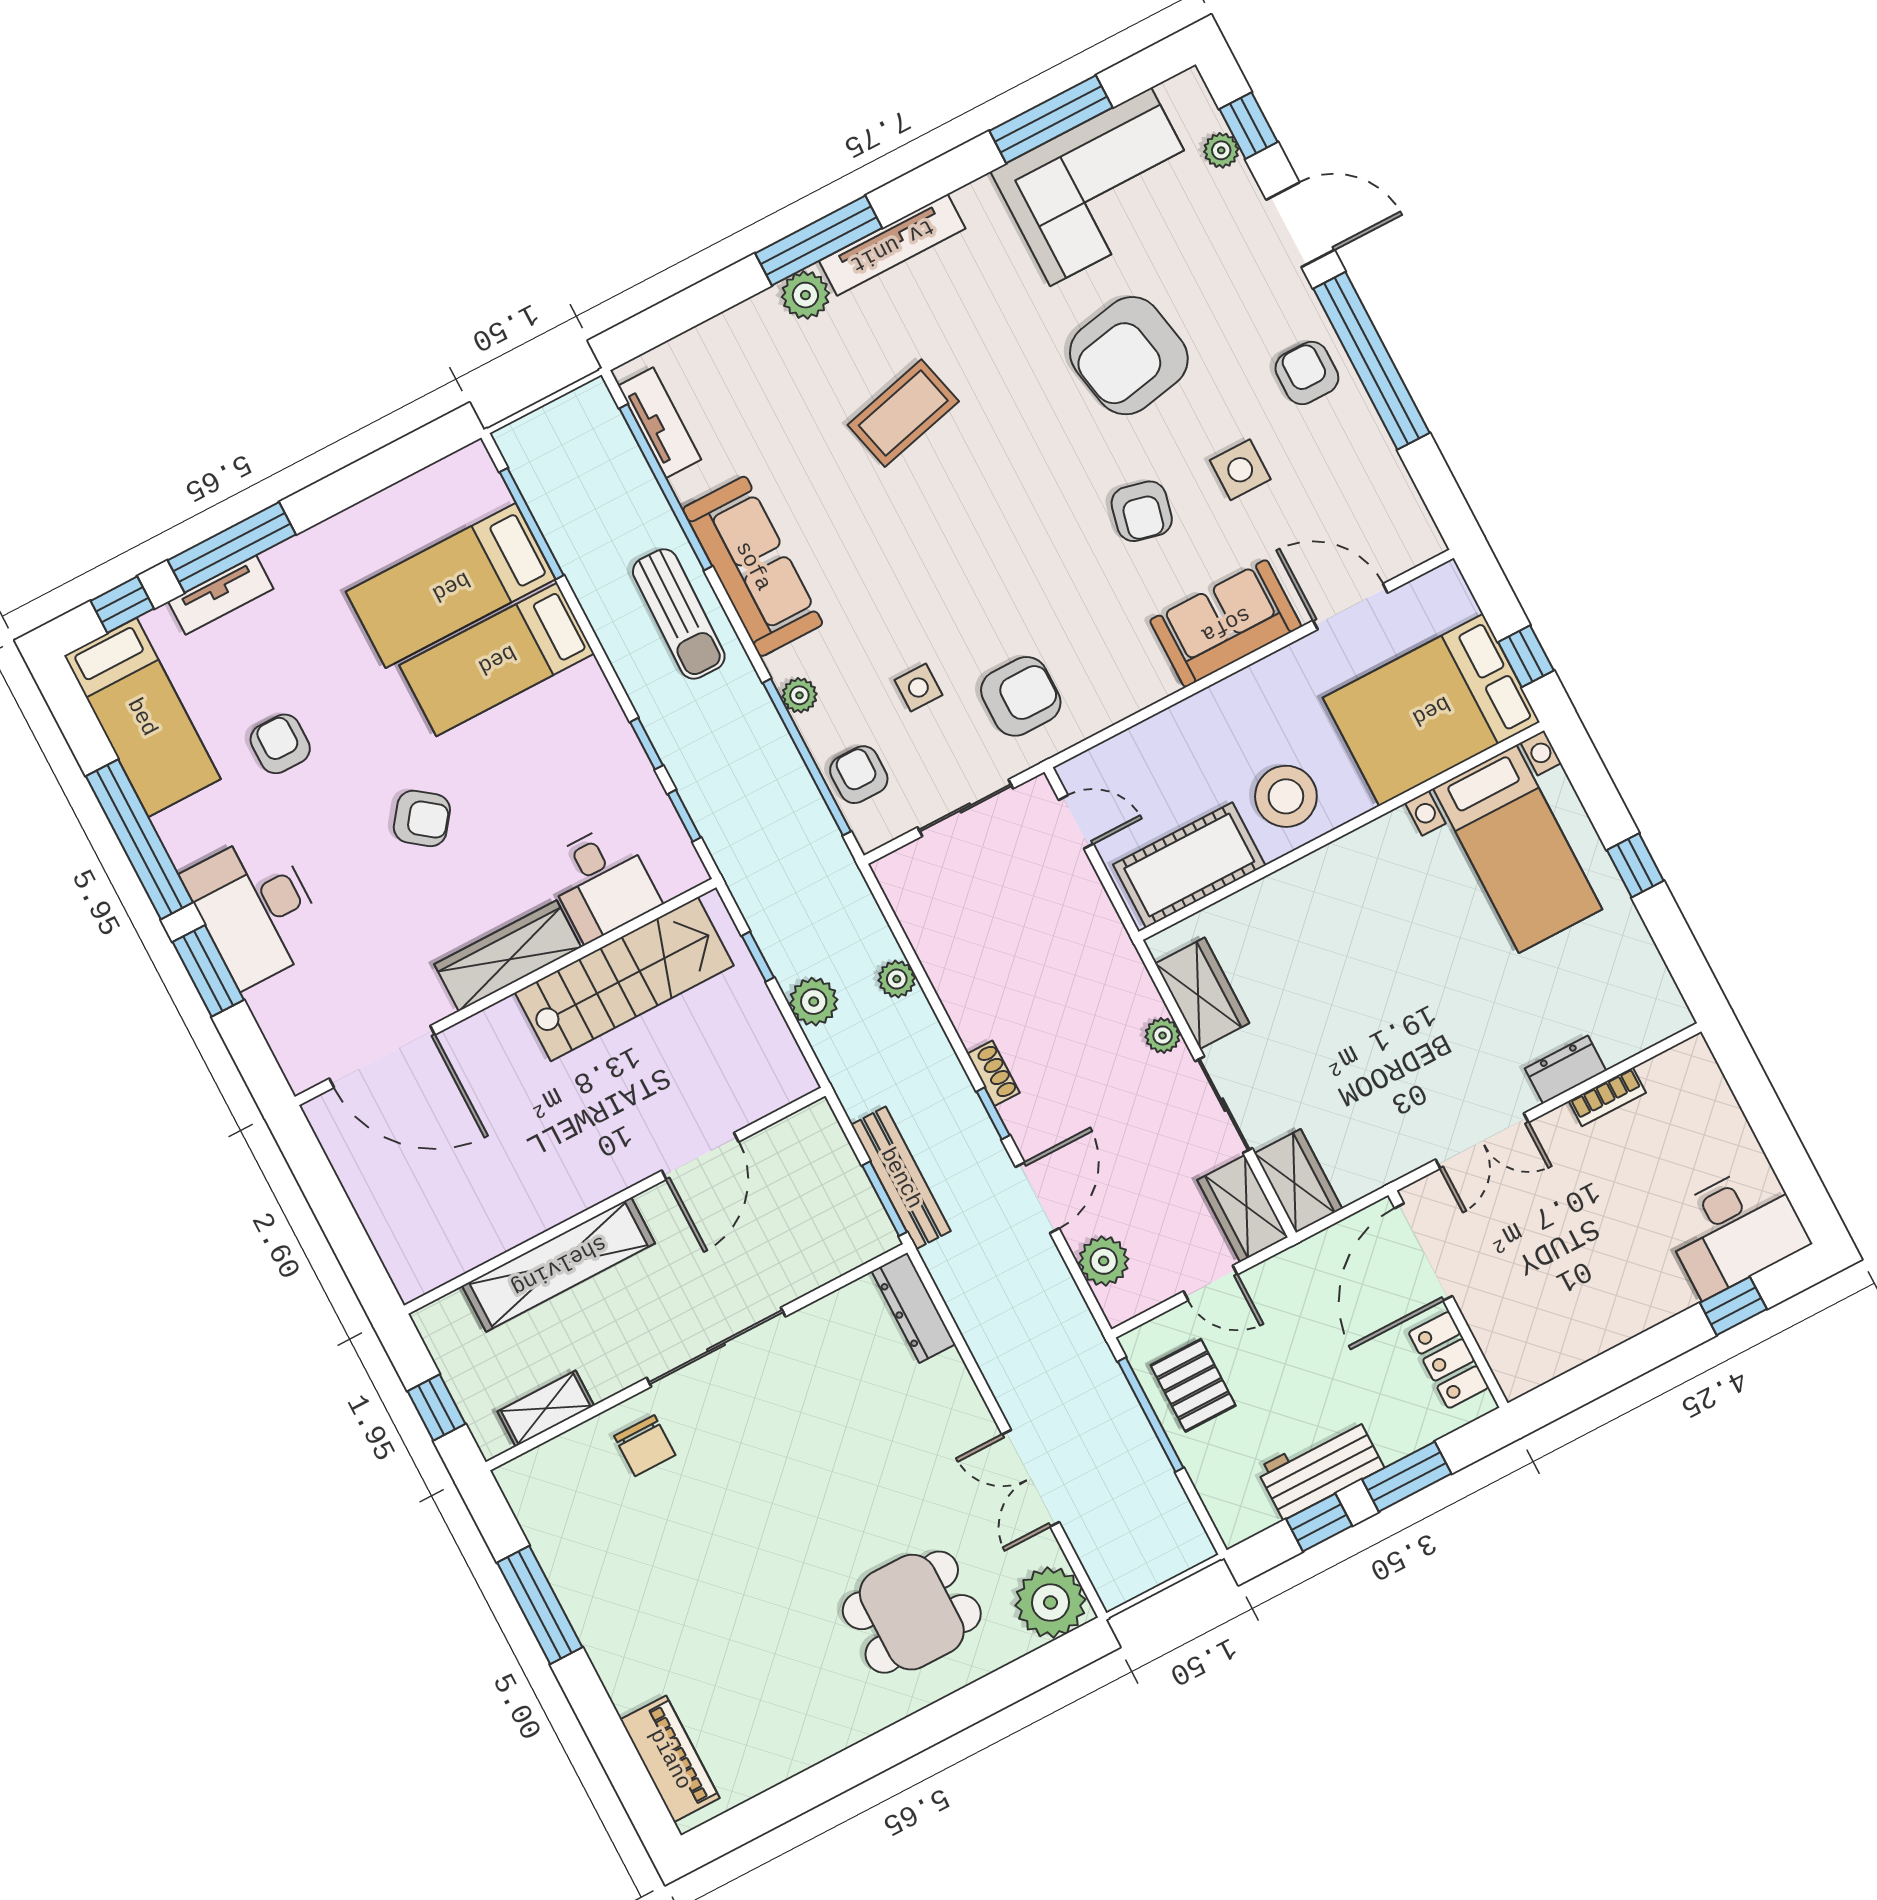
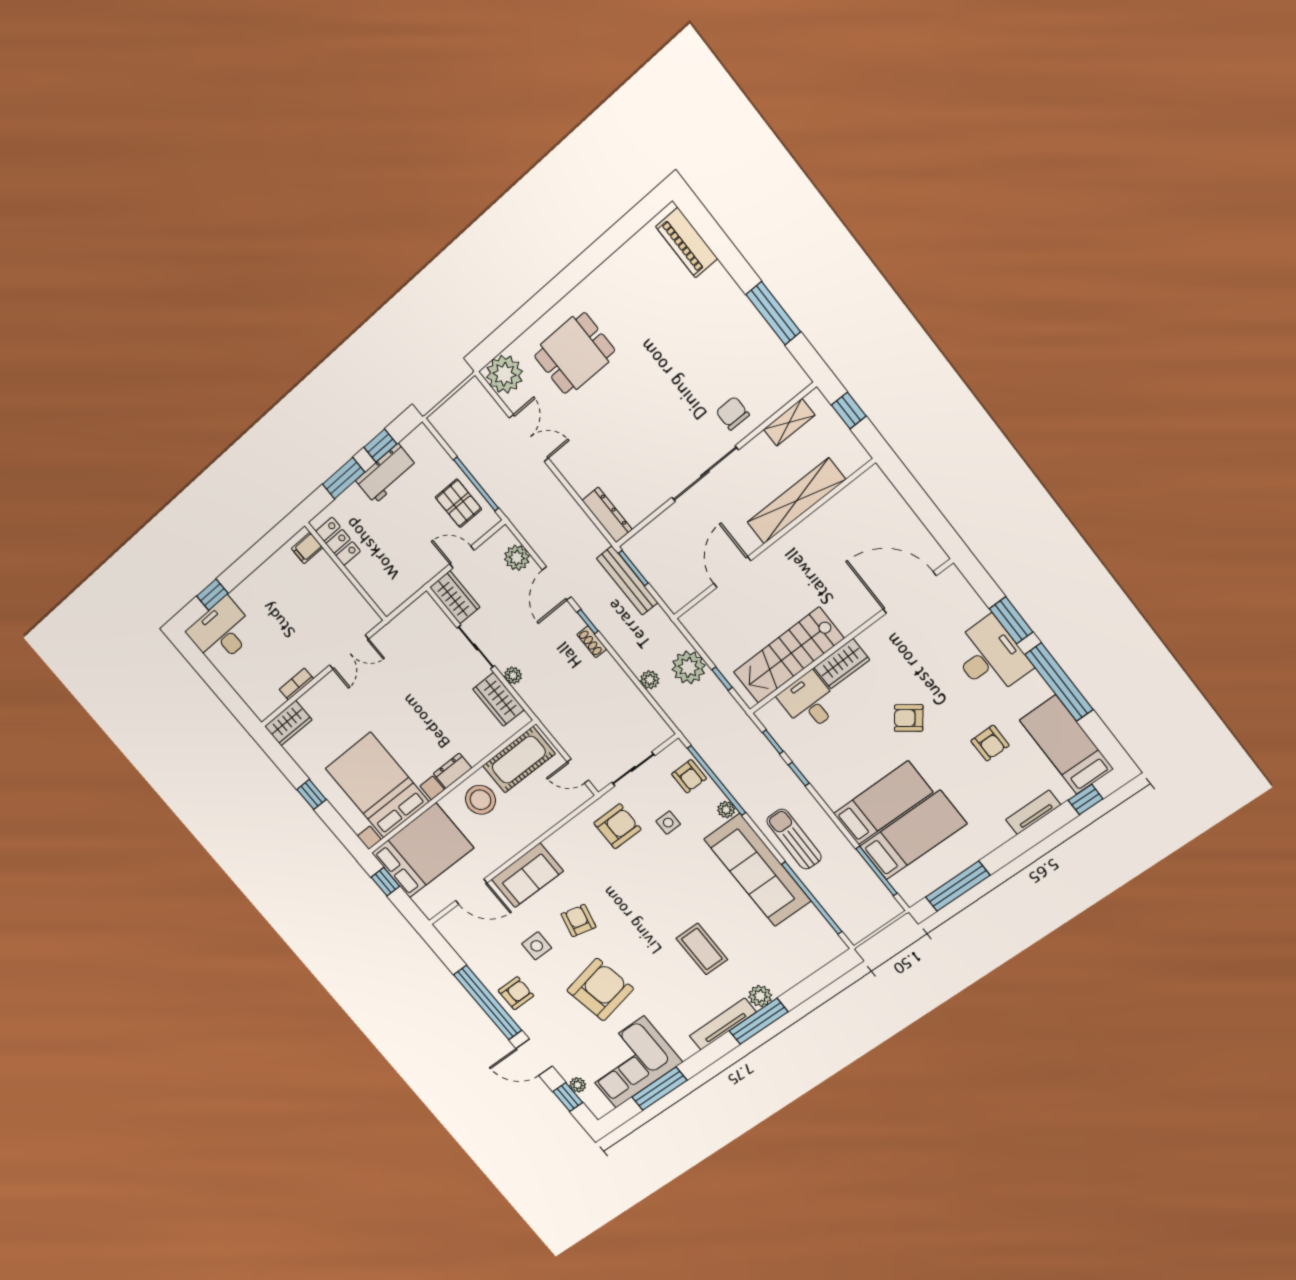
armchair: (1307, 373) -> (516, 993), turned -90
coffee table: (903, 413) -> (702, 949), turned -76
tv unit: (660, 423) -> (821, 928), removed
window: (232, 547) -> (958, 886), moved
sofa: (753, 566) -> (758, 870), width x1.36, depth x1.27
armchair: (1021, 696) -> (617, 826), turned 180
bed with nightstands: (1518, 849) -> (377, 785), width x1.36
wardrobe: (508, 956) -> (842, 664), width x0.67
plant: (814, 1002) -> (689, 667), width x1.36, depth x1.36
dresser: (1566, 1070) -> (453, 771), moved, turned 180
double door: (1482, 1141) -> (349, 652), swing flipped
wardrobe: (1298, 1181) -> (288, 723), moved, turned -90
door: (1423, 1252) -> (363, 593), removed
filing cabinet: (1514, 1359) -> (307, 548), added

